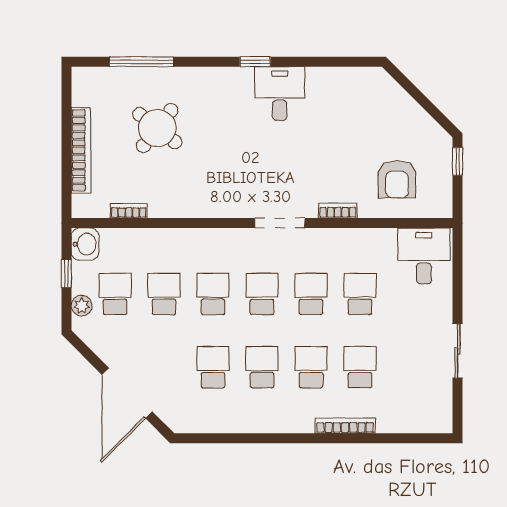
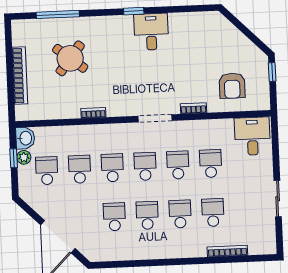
bookcase: (129, 211) -> (93, 113), moved
plant: (82, 306) -> (24, 157), moved
bookcase: (345, 426) -> (227, 251), moved

